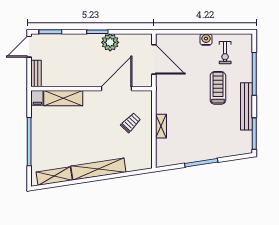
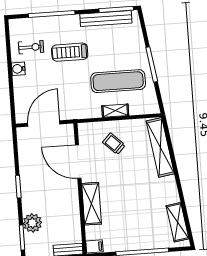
plant: (110, 42) -> (32, 223), moved
shelving: (63, 98) -> (92, 204), moved
bench: (247, 106) -> (106, 19), moved
exercise mat: (188, 131) -> (118, 81), added
shelving: (98, 169) -> (160, 147), moved

